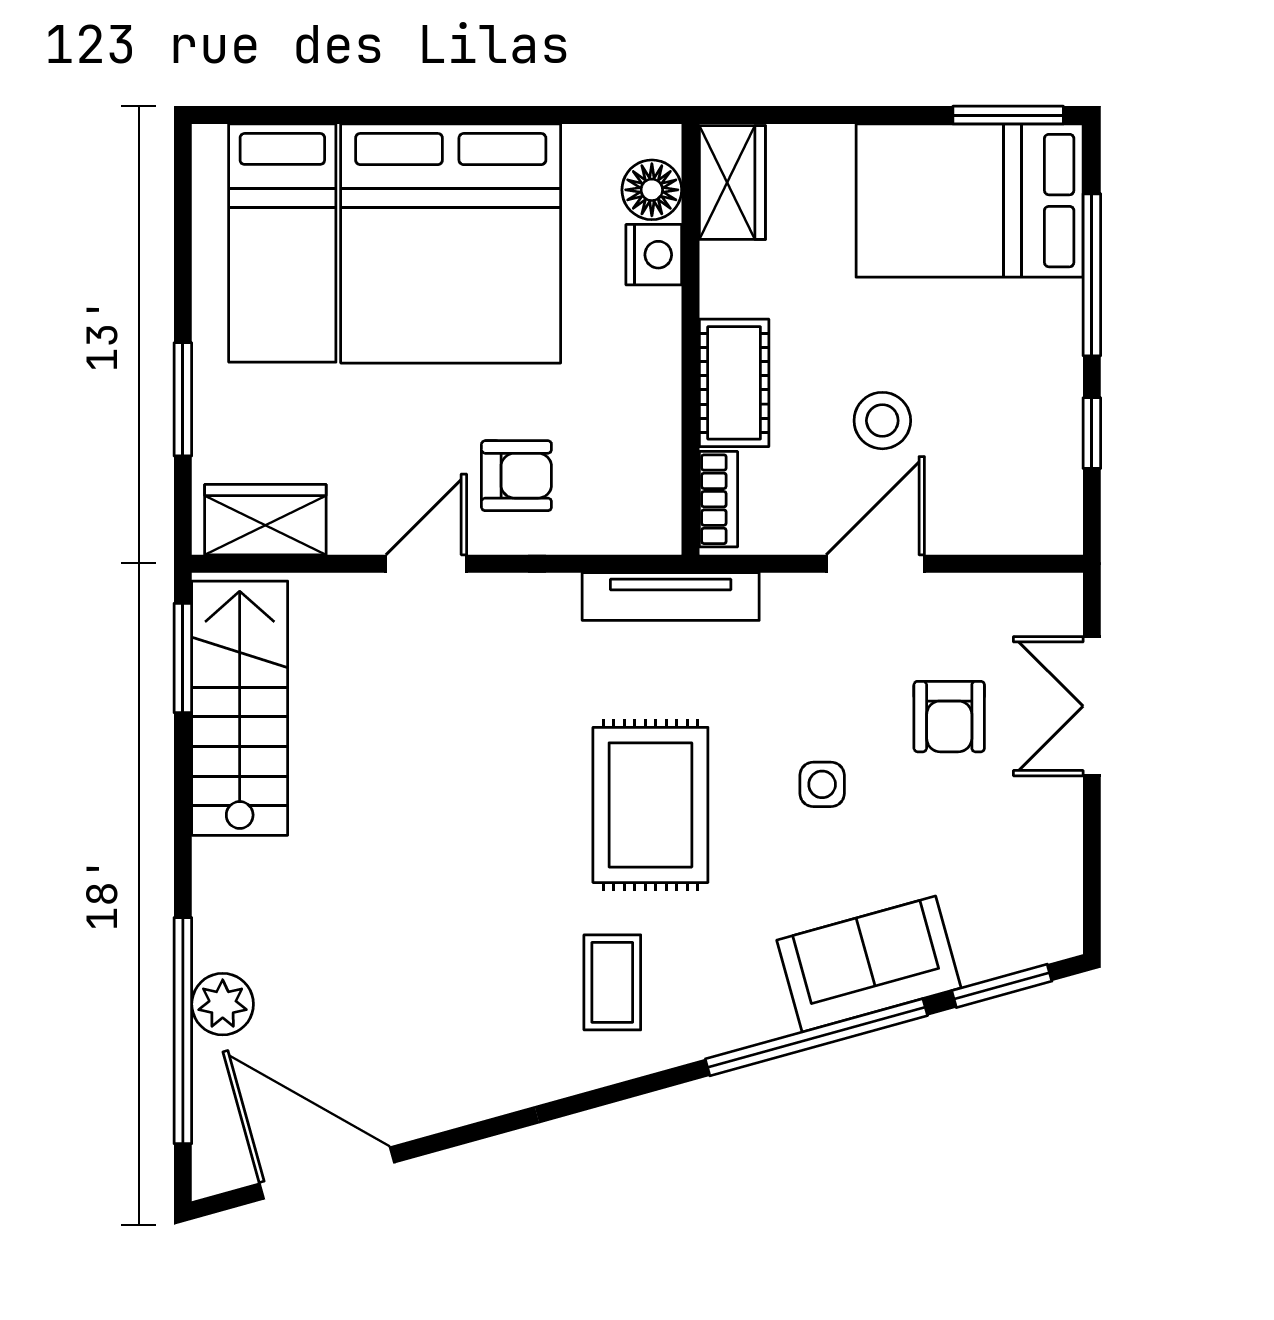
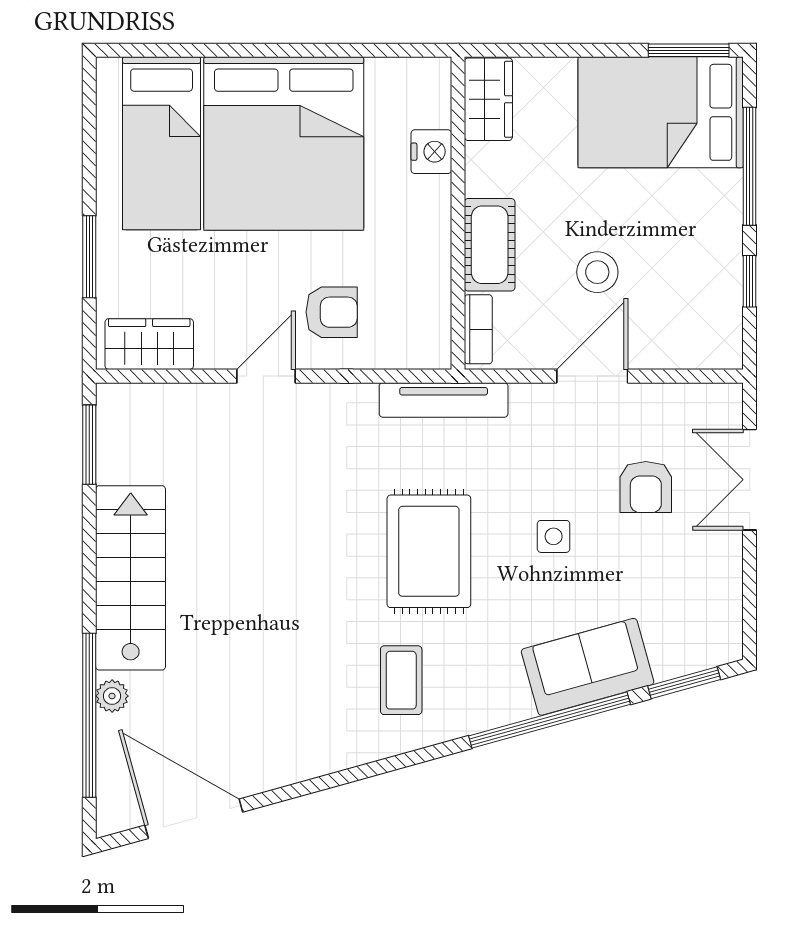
floor lamp: (652, 190) -> (430, 105), removed
stairs: (240, 708) -> (131, 578), moved
plant: (223, 1004) -> (112, 696), width x0.73, depth x0.73

